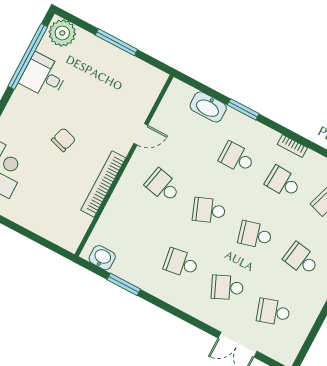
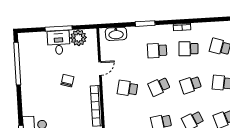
plant: (62, 33) -> (78, 38), moved
desk: (44, 76) -> (59, 43), moved, turned 90
washbasin: (208, 107) -> (116, 34), moved
chair: (63, 140) -> (67, 81), moved

